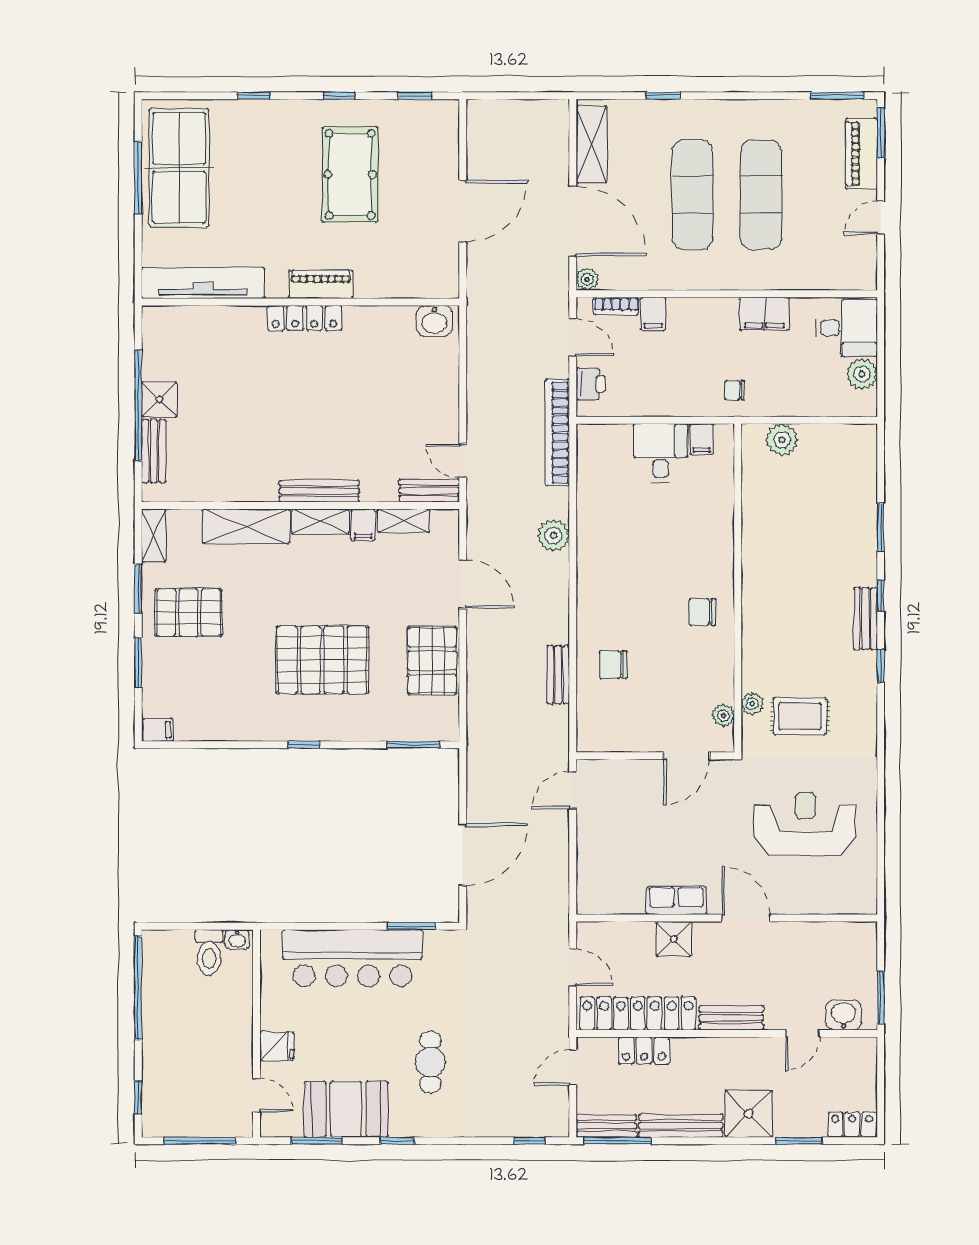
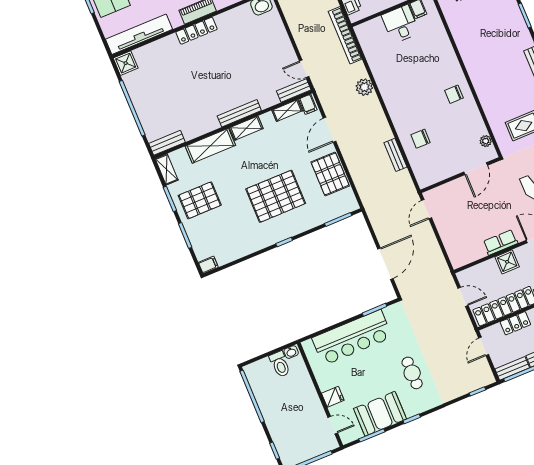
shower: (159, 399) -> (126, 63), moved
bench: (154, 451) -> (167, 143), moved, turned 90
filing cabinet: (363, 525) -> (308, 104), moved
door: (463, 584) -> (330, 130), swing flipped
plant: (752, 704) -> (498, 129), removed

